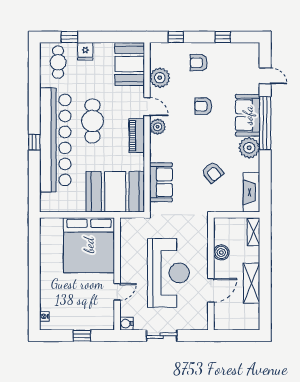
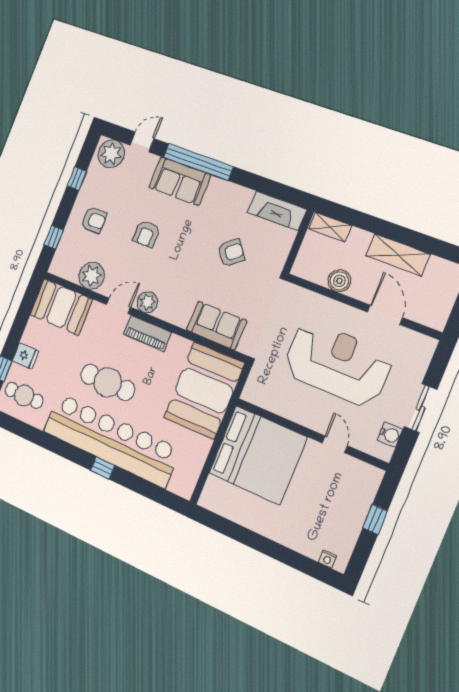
armchair: (199, 63) -> (94, 220), turned -90
plant: (249, 148) -> (111, 154), moved
water cooler: (126, 324) -> (390, 435), moved, turned -90

